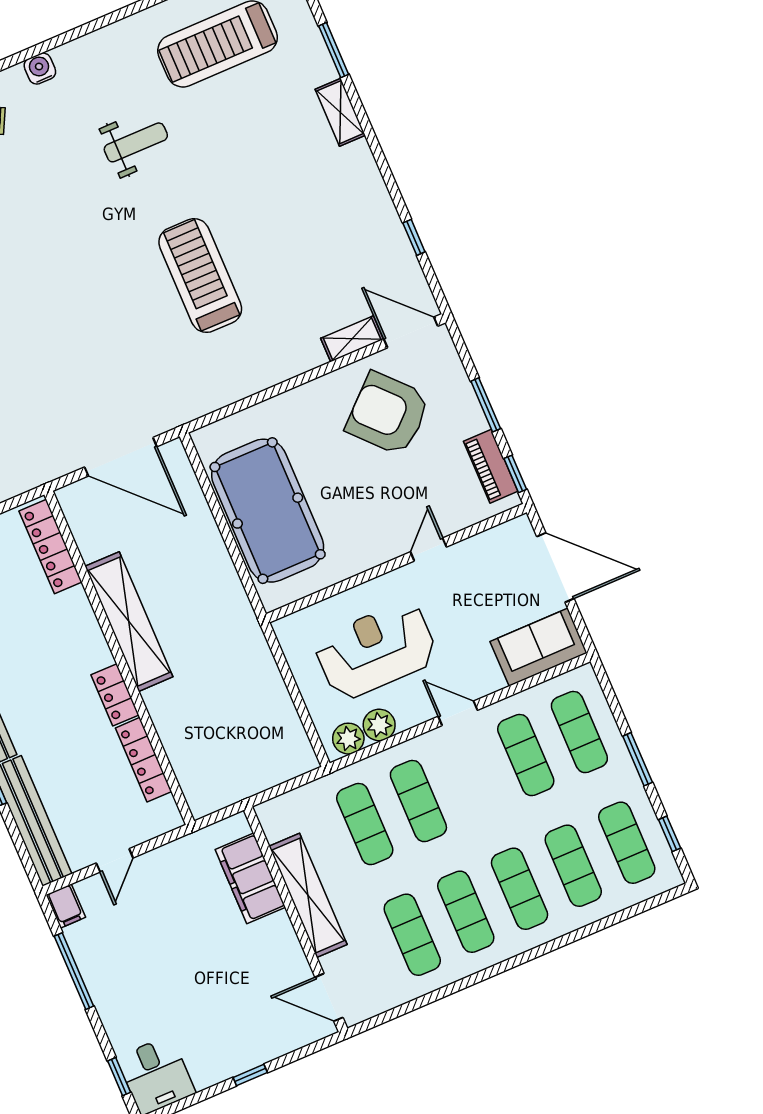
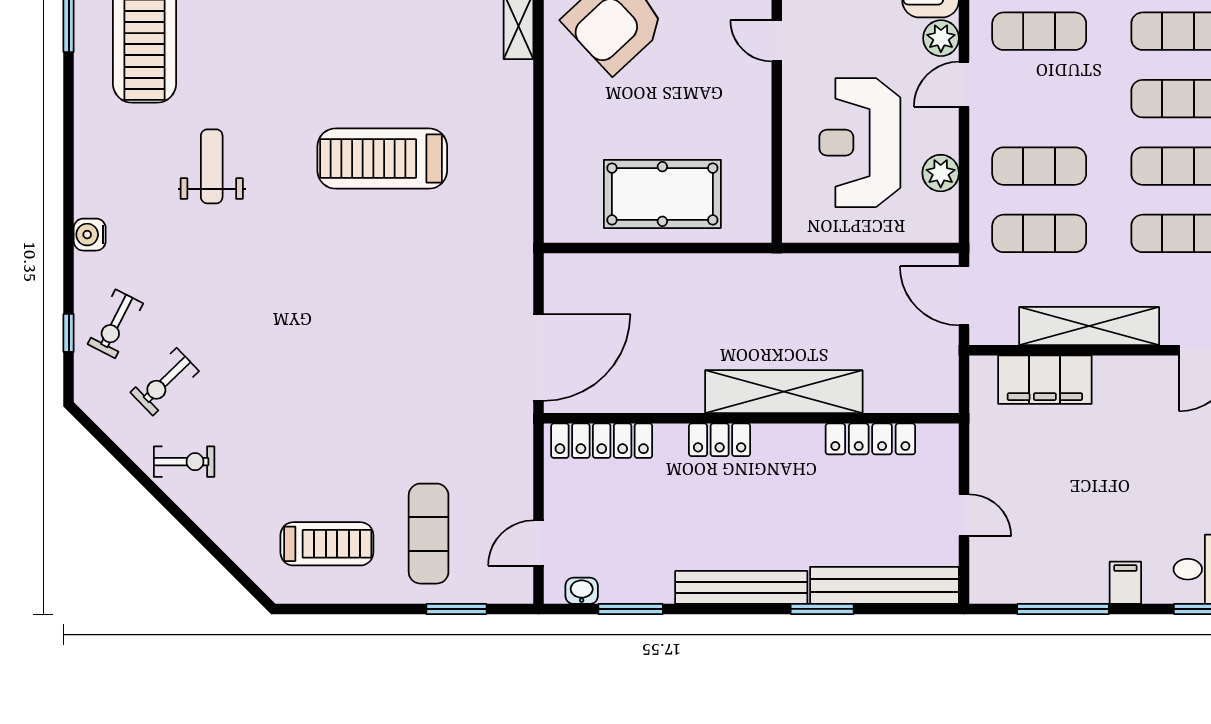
door: (121, 457) -> (538, 357), moved
pool table: (268, 511) -> (662, 194), width x0.73, depth x0.76
shelving: (129, 622) -> (784, 392), moved
locker: (115, 695) -> (720, 440), moved
plant: (348, 739) -> (941, 38), moved
door: (290, 785) -> (964, 296), added
filing cabinet: (66, 906) -> (1125, 583), moved, turned -90

